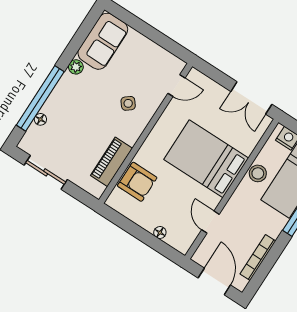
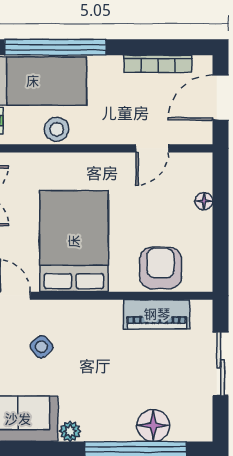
side table: (128, 103) -> (41, 347), moved
floor lamp: (40, 119) -> (153, 425), width x1.89, depth x1.89
bed: (206, 159) -> (74, 241), moved, turned 180
sliding door: (46, 172) -> (221, 364), moved

